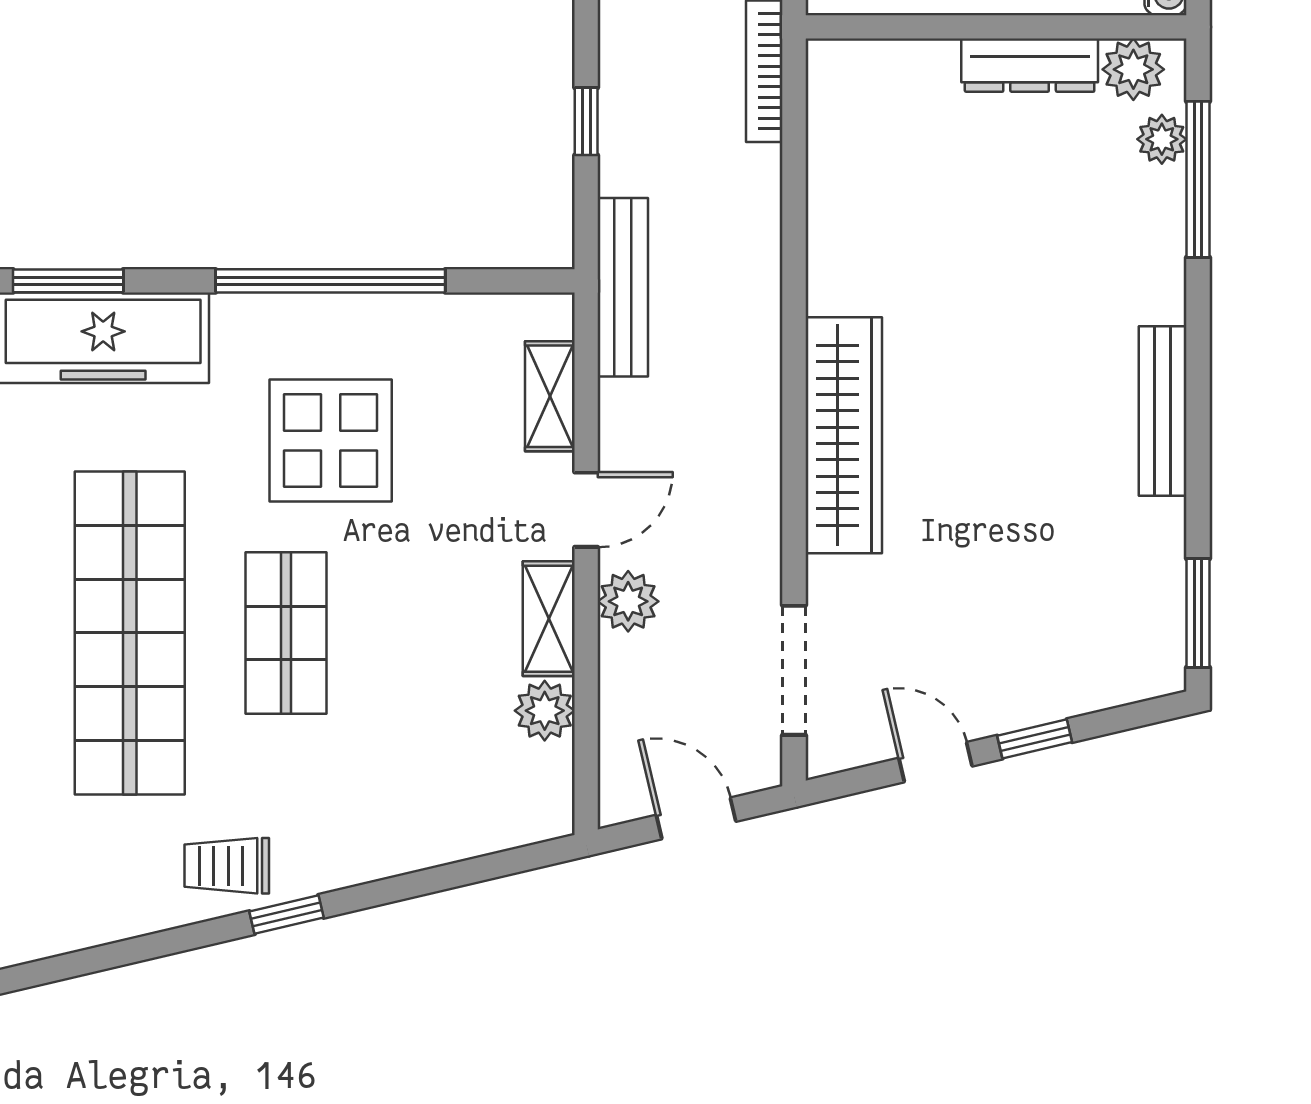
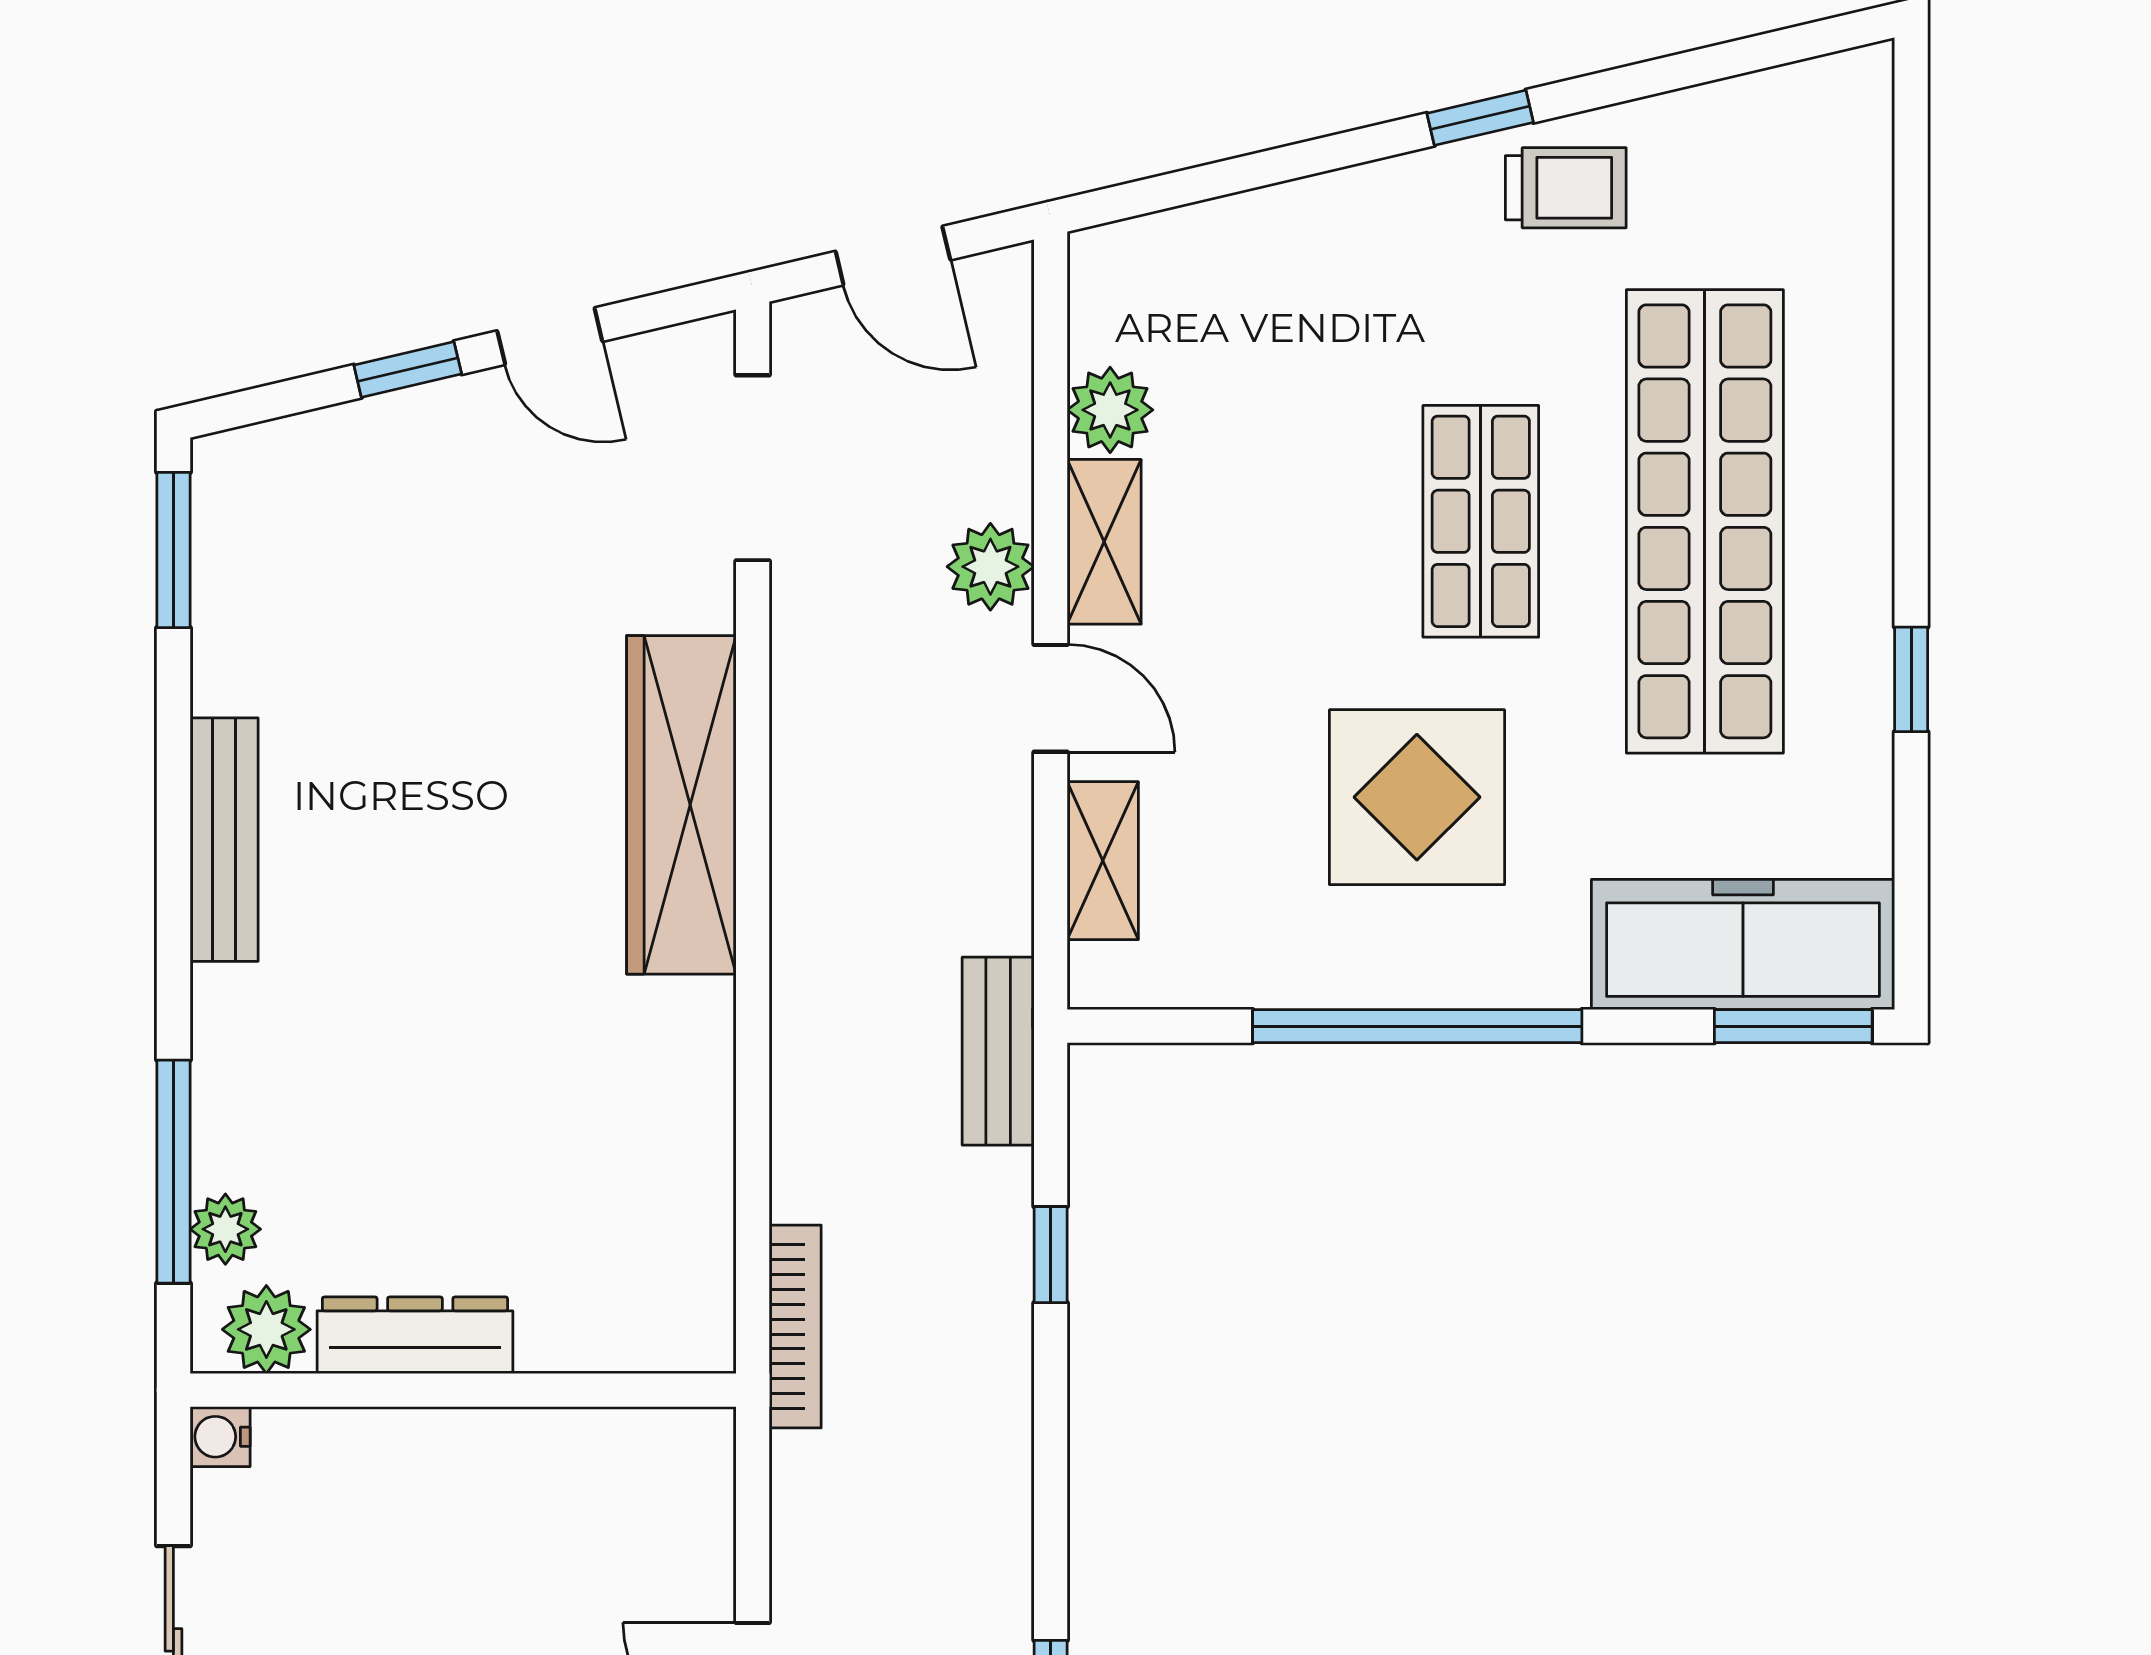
bench: (623, 287) -> (998, 1051), width x0.73
door: (586, 510) -> (1051, 698), swing flipped

